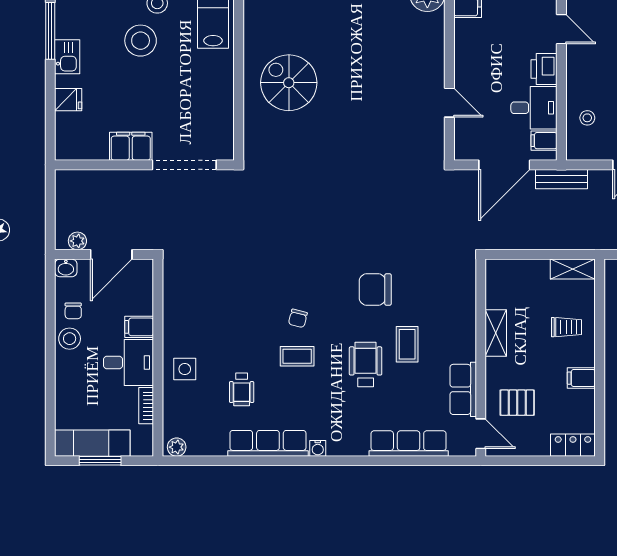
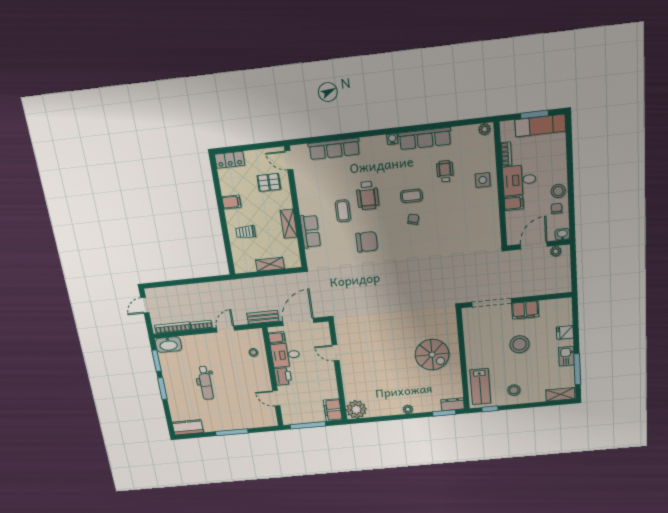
stool: (141, 41) -> (519, 344), moved
shelving: (573, 269) -> (270, 264), moved
row of seats: (463, 389) -> (310, 231), moved

